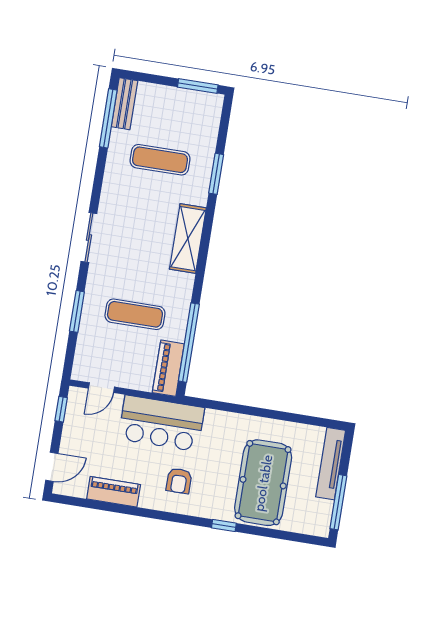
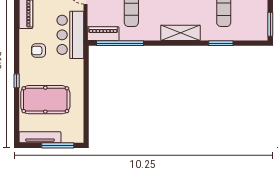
tv unit: (331, 464) -> (40, 137), moved
window: (338, 502) -> (58, 145), moved

